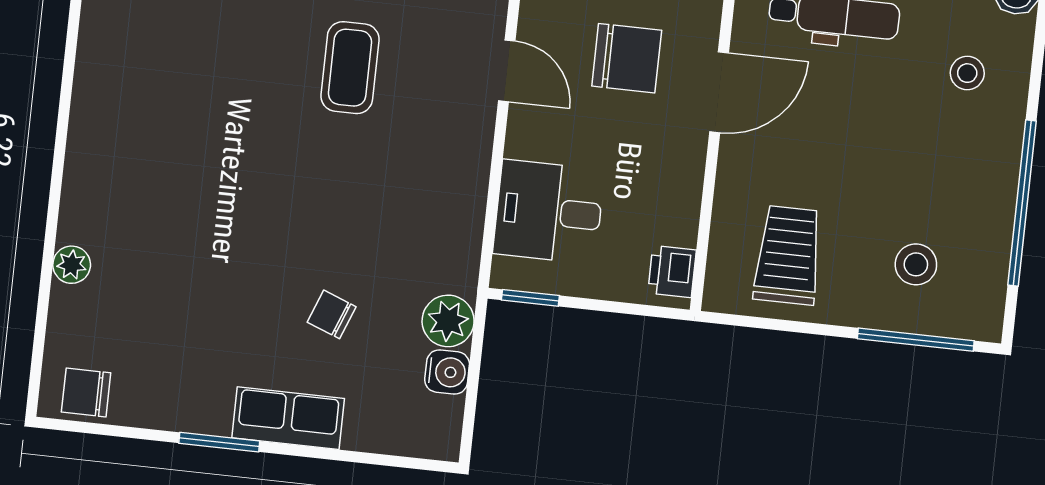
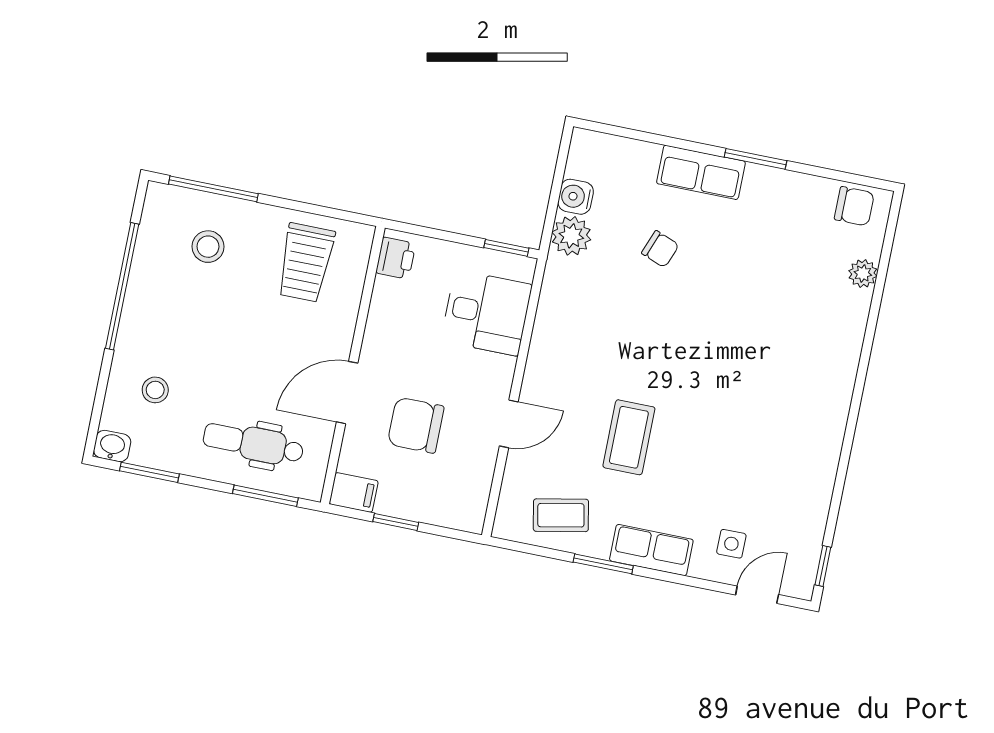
door: (507, 71) -> (509, 424), swing flipped
plant: (72, 265) -> (863, 273), moved

